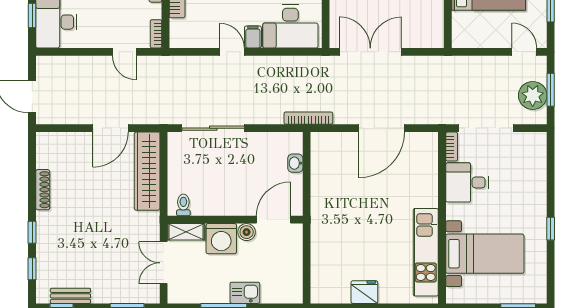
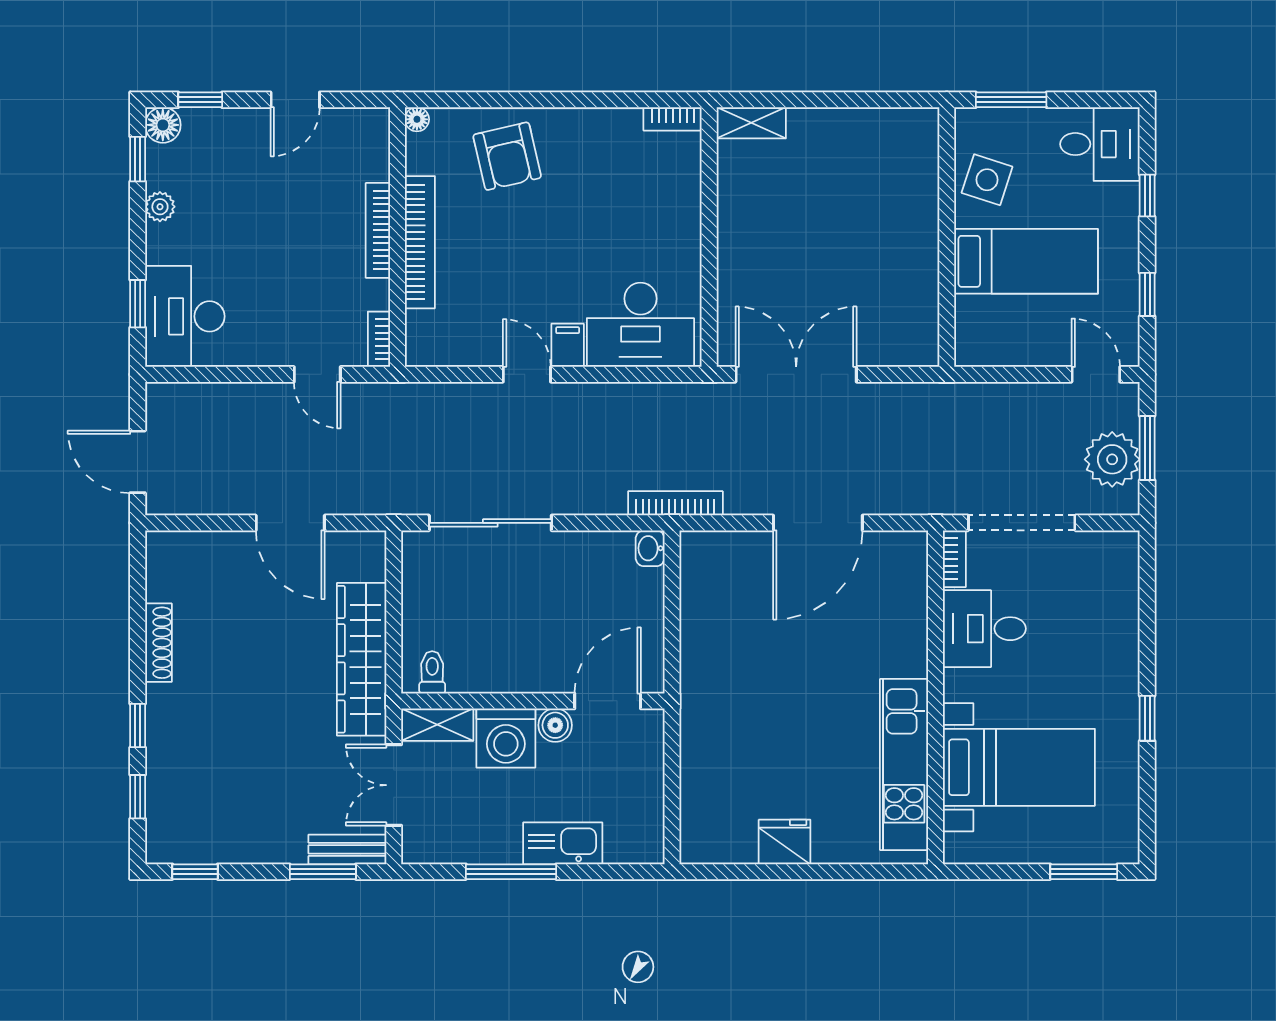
door: (110, 128) -> (290, 523), hinge flipped
washbasin: (295, 163) -> (650, 548), moved
wardrobe: (147, 171) -> (362, 659), moved
kitchen sink: (245, 293) -> (563, 843), width x1.38
bench: (70, 296) -> (347, 849), moved

